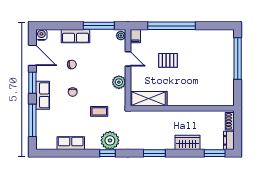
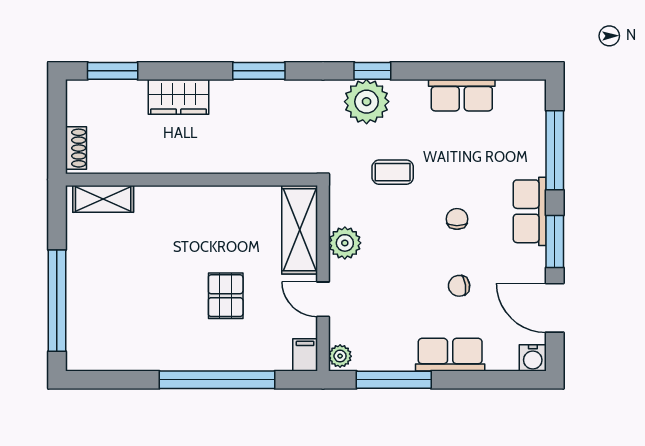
pallet: (168, 60) -> (226, 296), turned 90
shelving: (149, 99) -> (300, 230), moved, turned 90
shelving: (219, 100) -> (103, 199), added
dresser: (229, 140) -> (78, 102), removed

